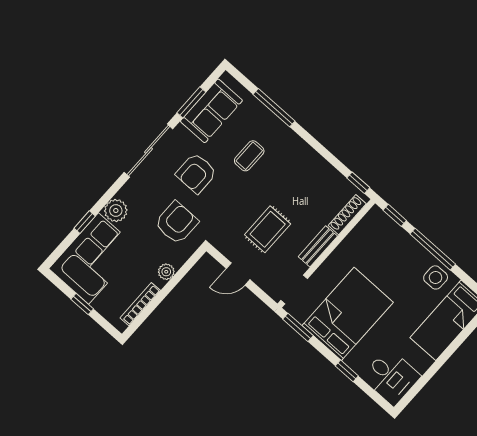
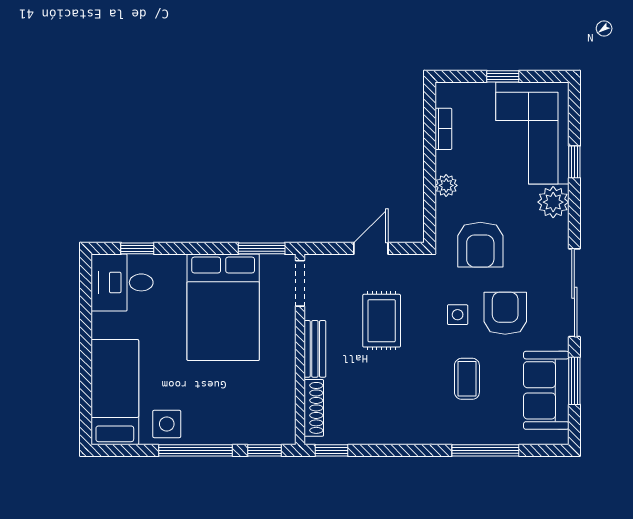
side table: (223, 196) -> (458, 315), added
bookcase: (140, 304) -> (443, 129), width x0.64
window: (347, 371) -> (137, 248), moved

